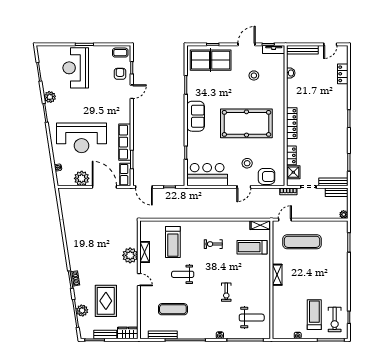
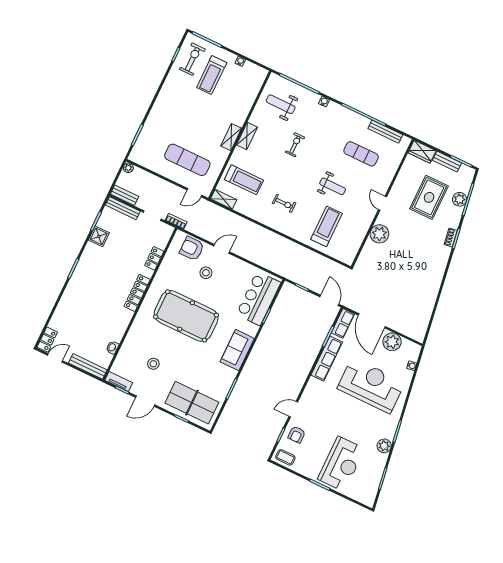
locker: (343, 74) -> (47, 340), moved
shower: (293, 172) -> (99, 236), moved
bar counter: (207, 175) -> (258, 299), moved, turned 90
shelving: (145, 252) -> (247, 136), moved

